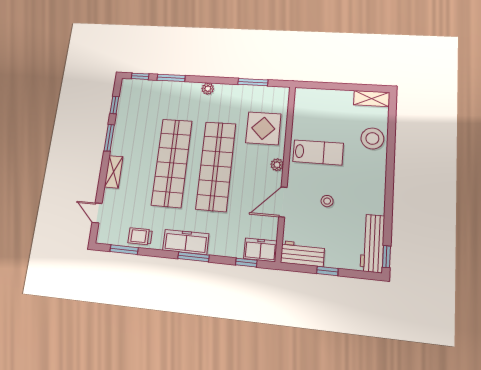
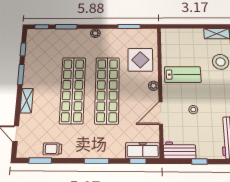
freezer: (186, 242) -> (89, 150), removed
freezer: (260, 250) -> (143, 150), width x1.40

